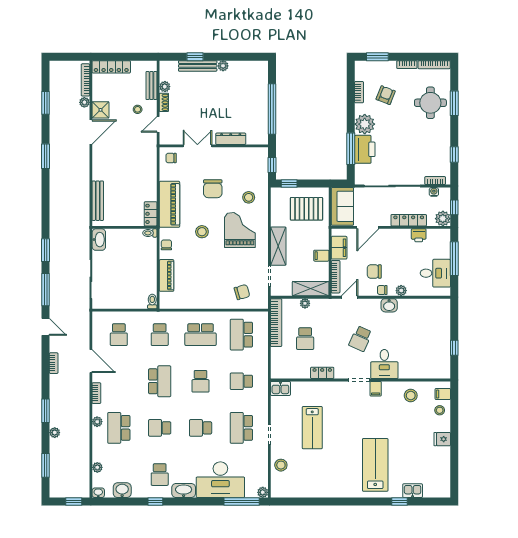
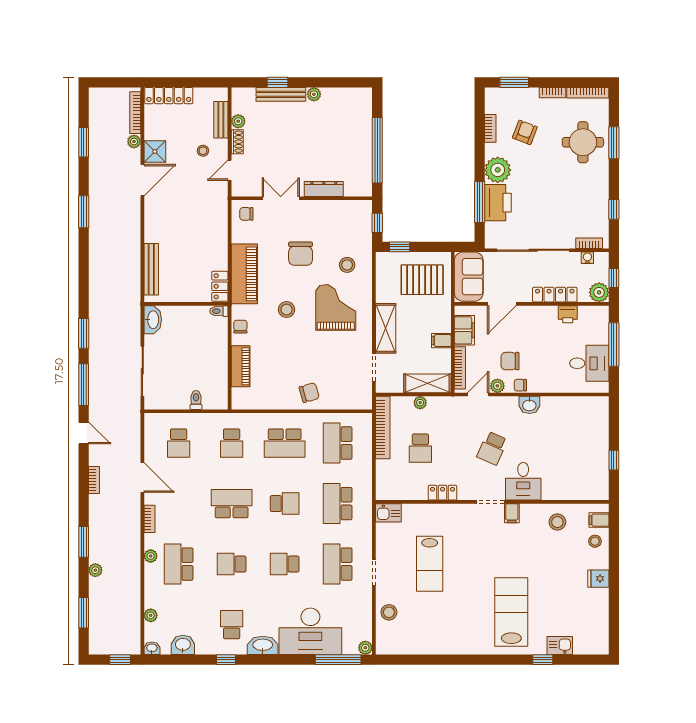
plant: (401, 291) -> (497, 386), moved
chair: (242, 292) -> (309, 393), moved
toilet: (152, 301) -> (196, 400), moved
school desk: (160, 381) -> (232, 504), turned -90
school desk: (201, 381) -> (285, 504), turned -90
school desk: (241, 381) -> (338, 504), width x1.85
school desk: (160, 475) -> (232, 625), turned 180

